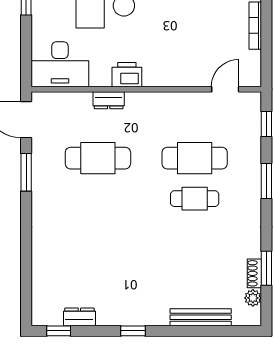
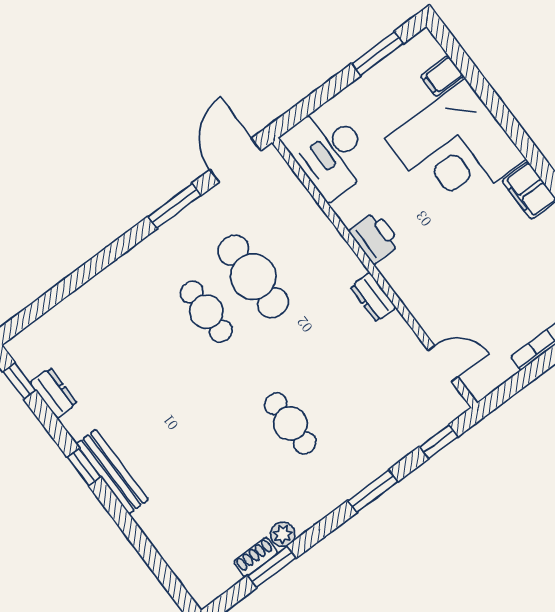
dresser: (109, 100) -> (373, 297), moved
cafe table: (195, 158) -> (206, 312), moved, width x0.73, depth x0.74
plant: (253, 298) -> (283, 534), moved
bench: (201, 317) -> (112, 472), moved

